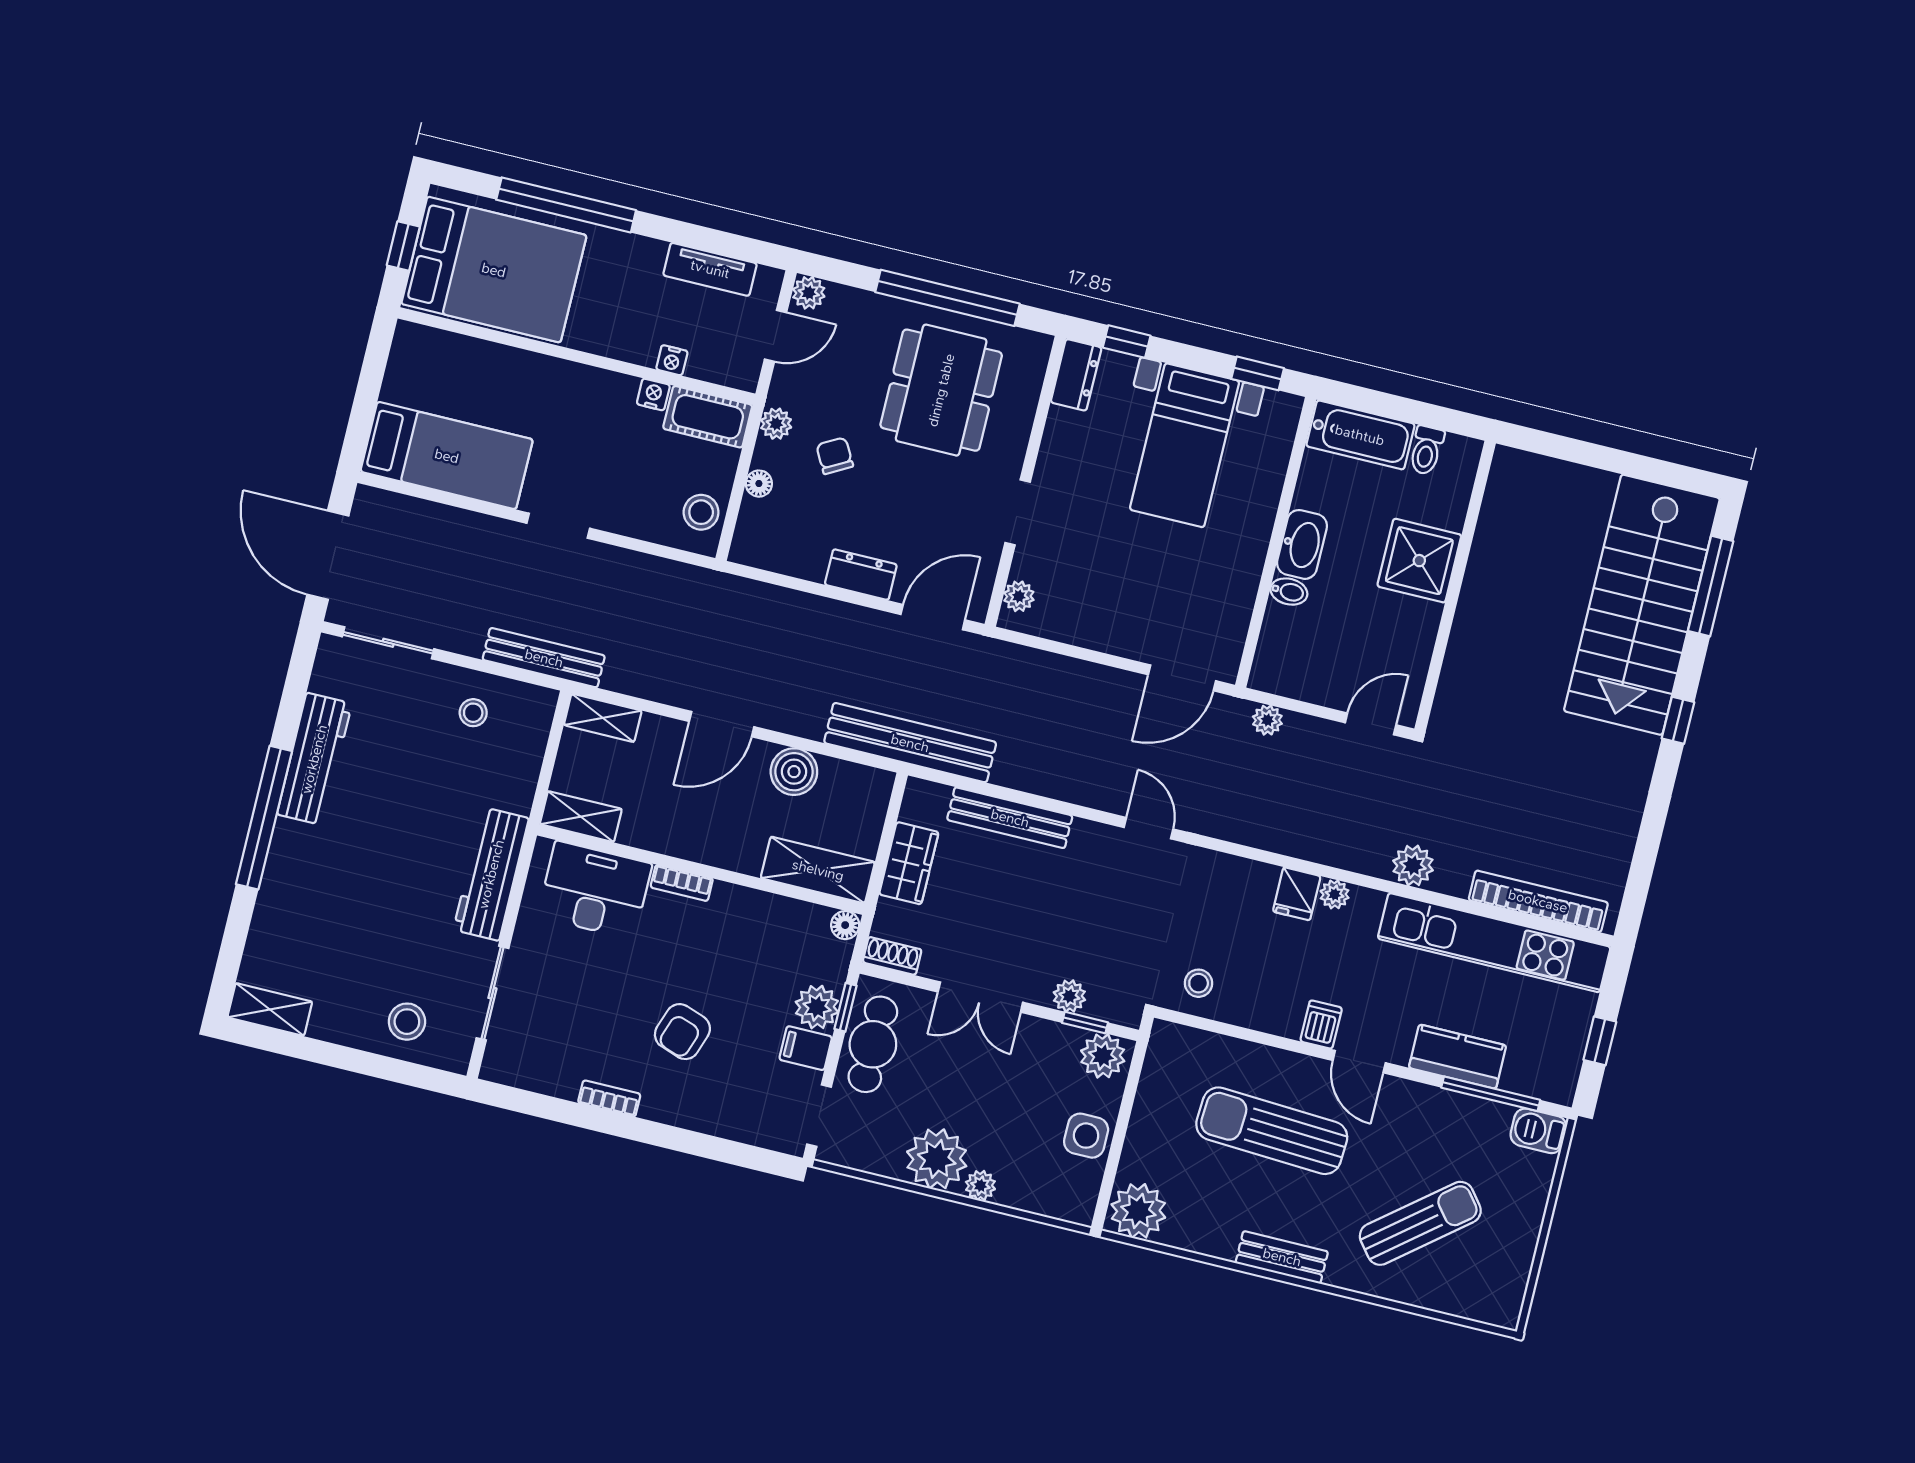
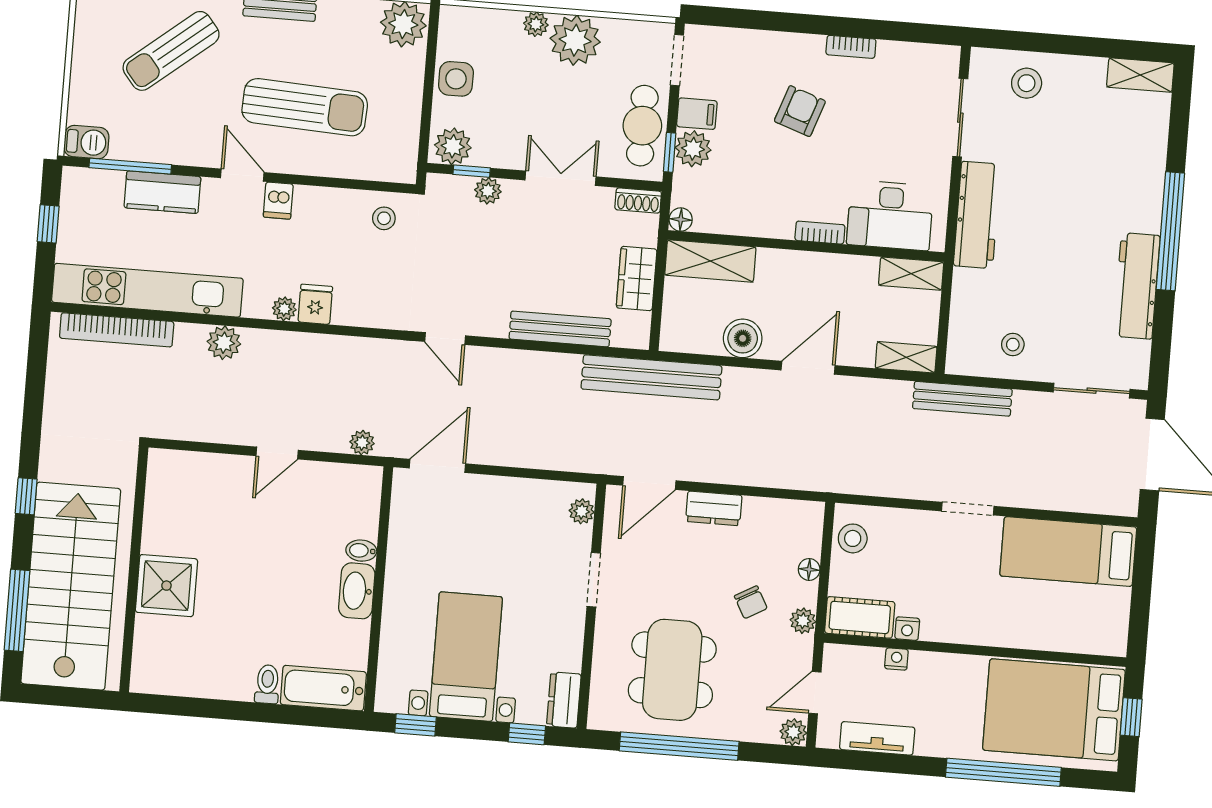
shower: (1419, 561) -> (166, 586), moved
wall: (1455, 586) -> (134, 569), moved

